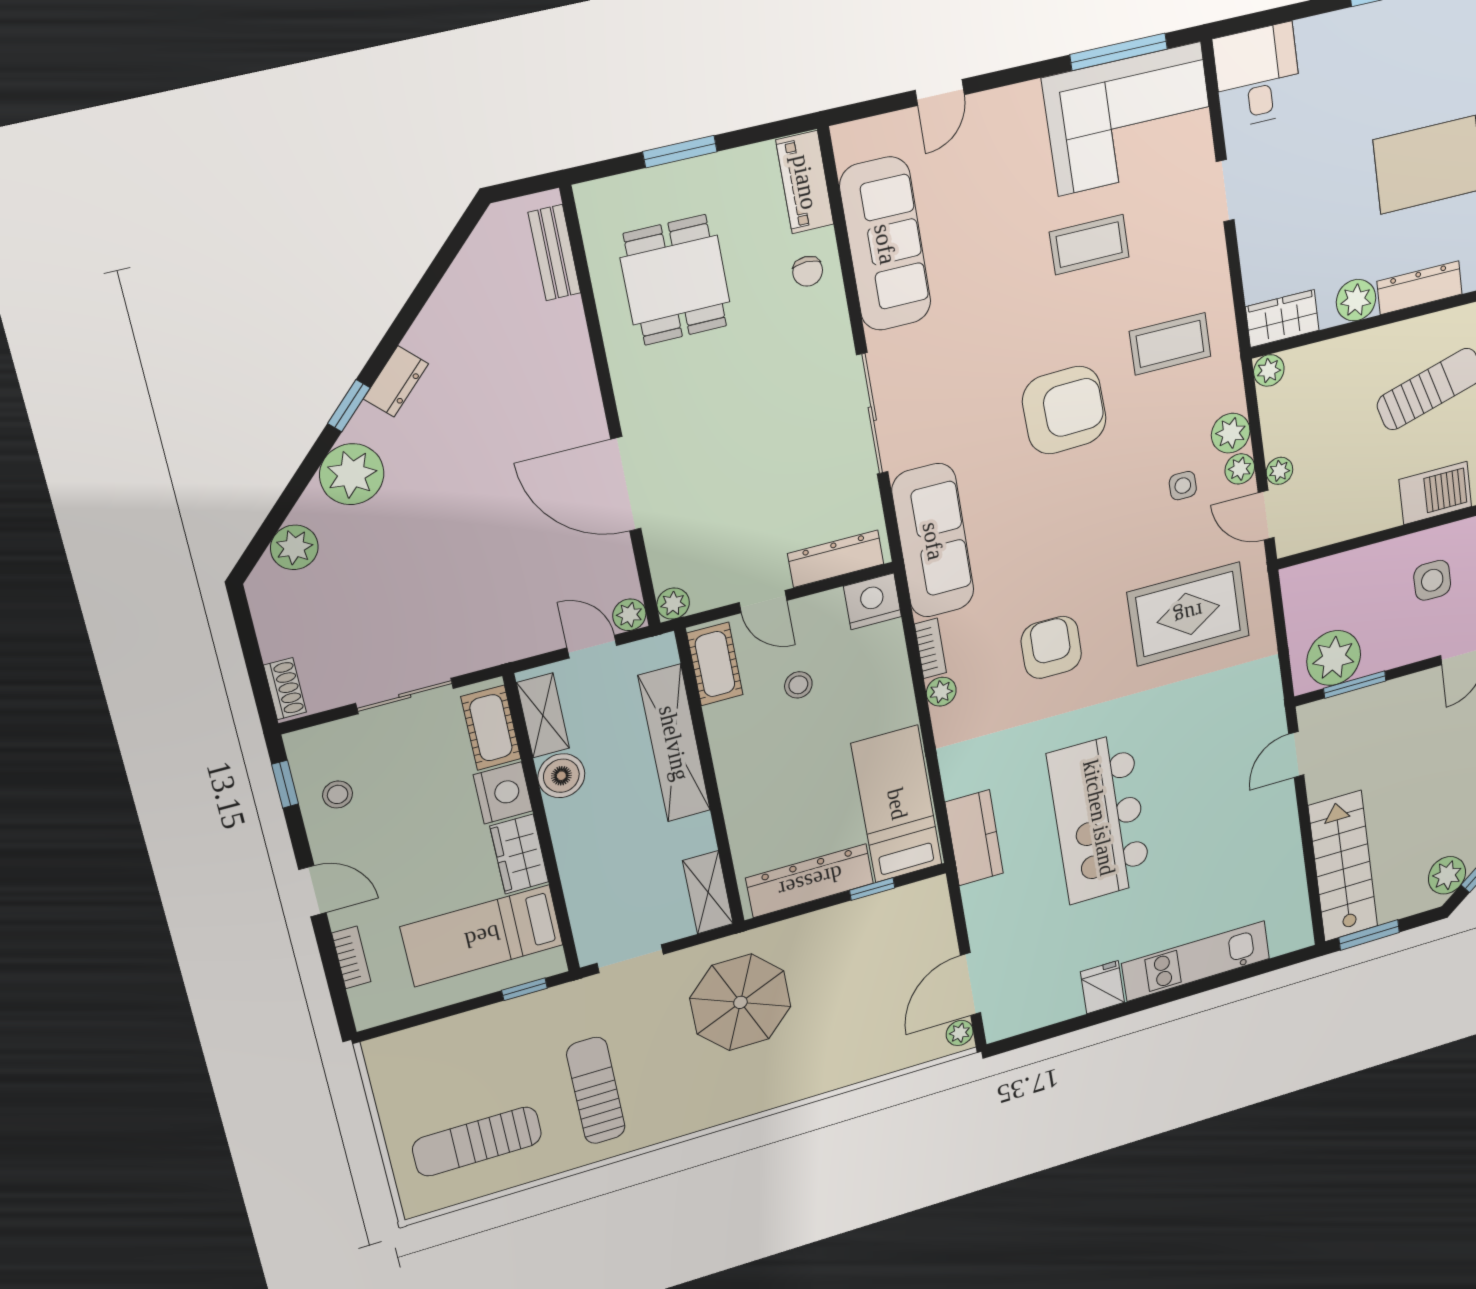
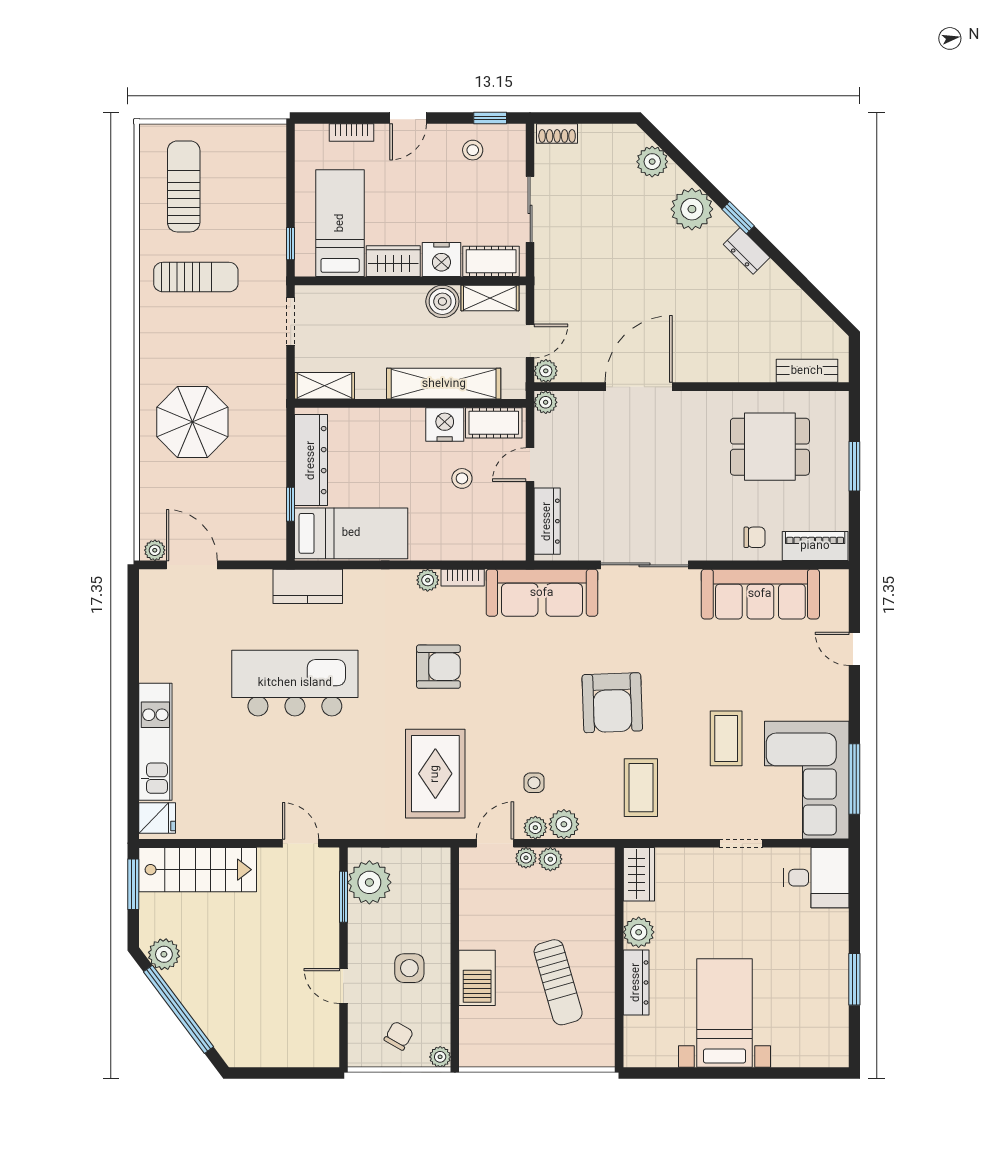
chair: (808, 271) -> (754, 537), turned 180
plant: (1269, 370) -> (550, 859), moved
nightstand: (872, 601) -> (445, 424), moved, turned -90
fridge: (1102, 987) -> (157, 818), moved
parasol: (740, 1002) -> (192, 422), moved

